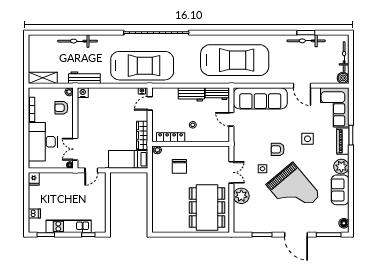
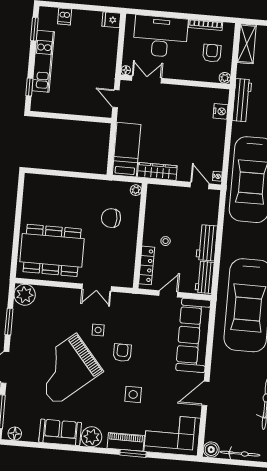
nightstand: (83, 93) -> (221, 111), moved
armchair: (61, 108) -> (212, 53), moved
locker: (171, 137) -> (147, 265), moved
plant: (241, 196) -> (25, 295), moved

